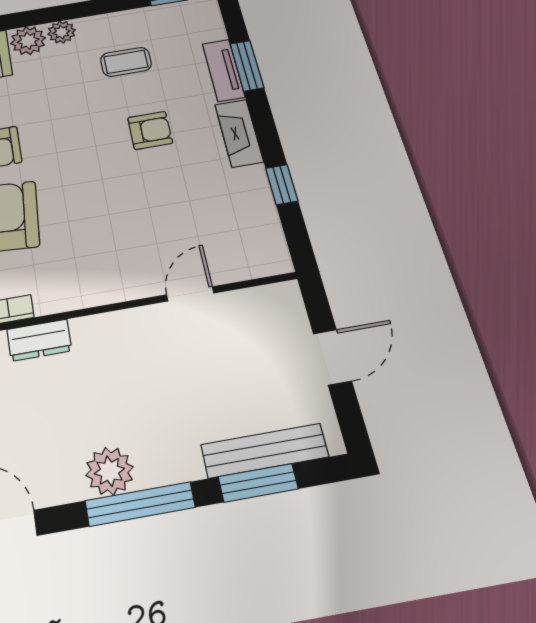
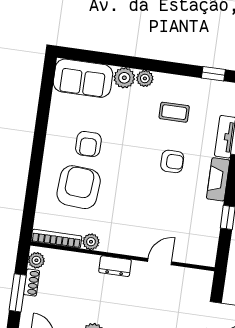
plant: (51, 300) -> (91, 242), added
dresser: (39, 340) -> (115, 266), moved

